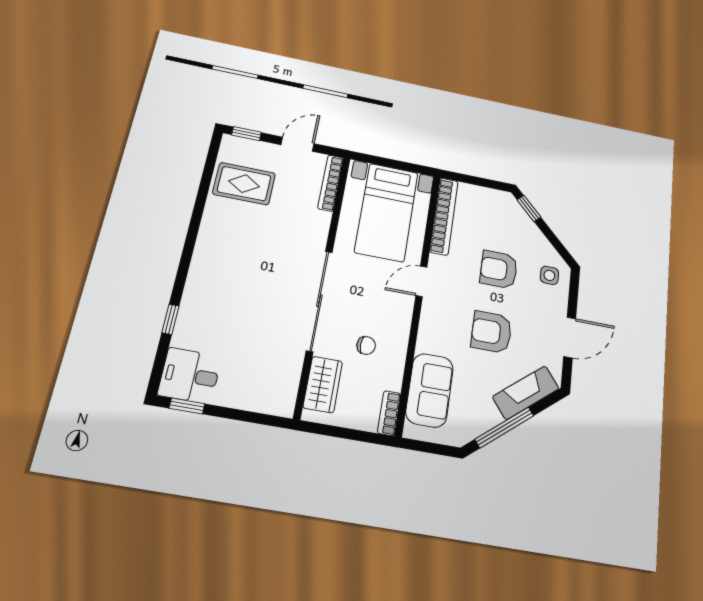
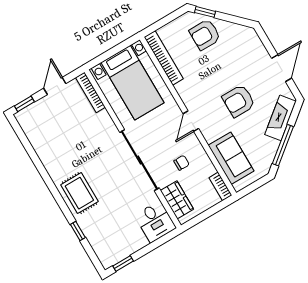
rug: (244, 184) -> (79, 193), moved, turned 90
armchair: (499, 270) -> (205, 35), moved
side table: (549, 275) -> (245, 42), removed
door: (421, 281) -> (191, 121), moved
desk: (190, 376) -> (155, 222), moved, turned -90

